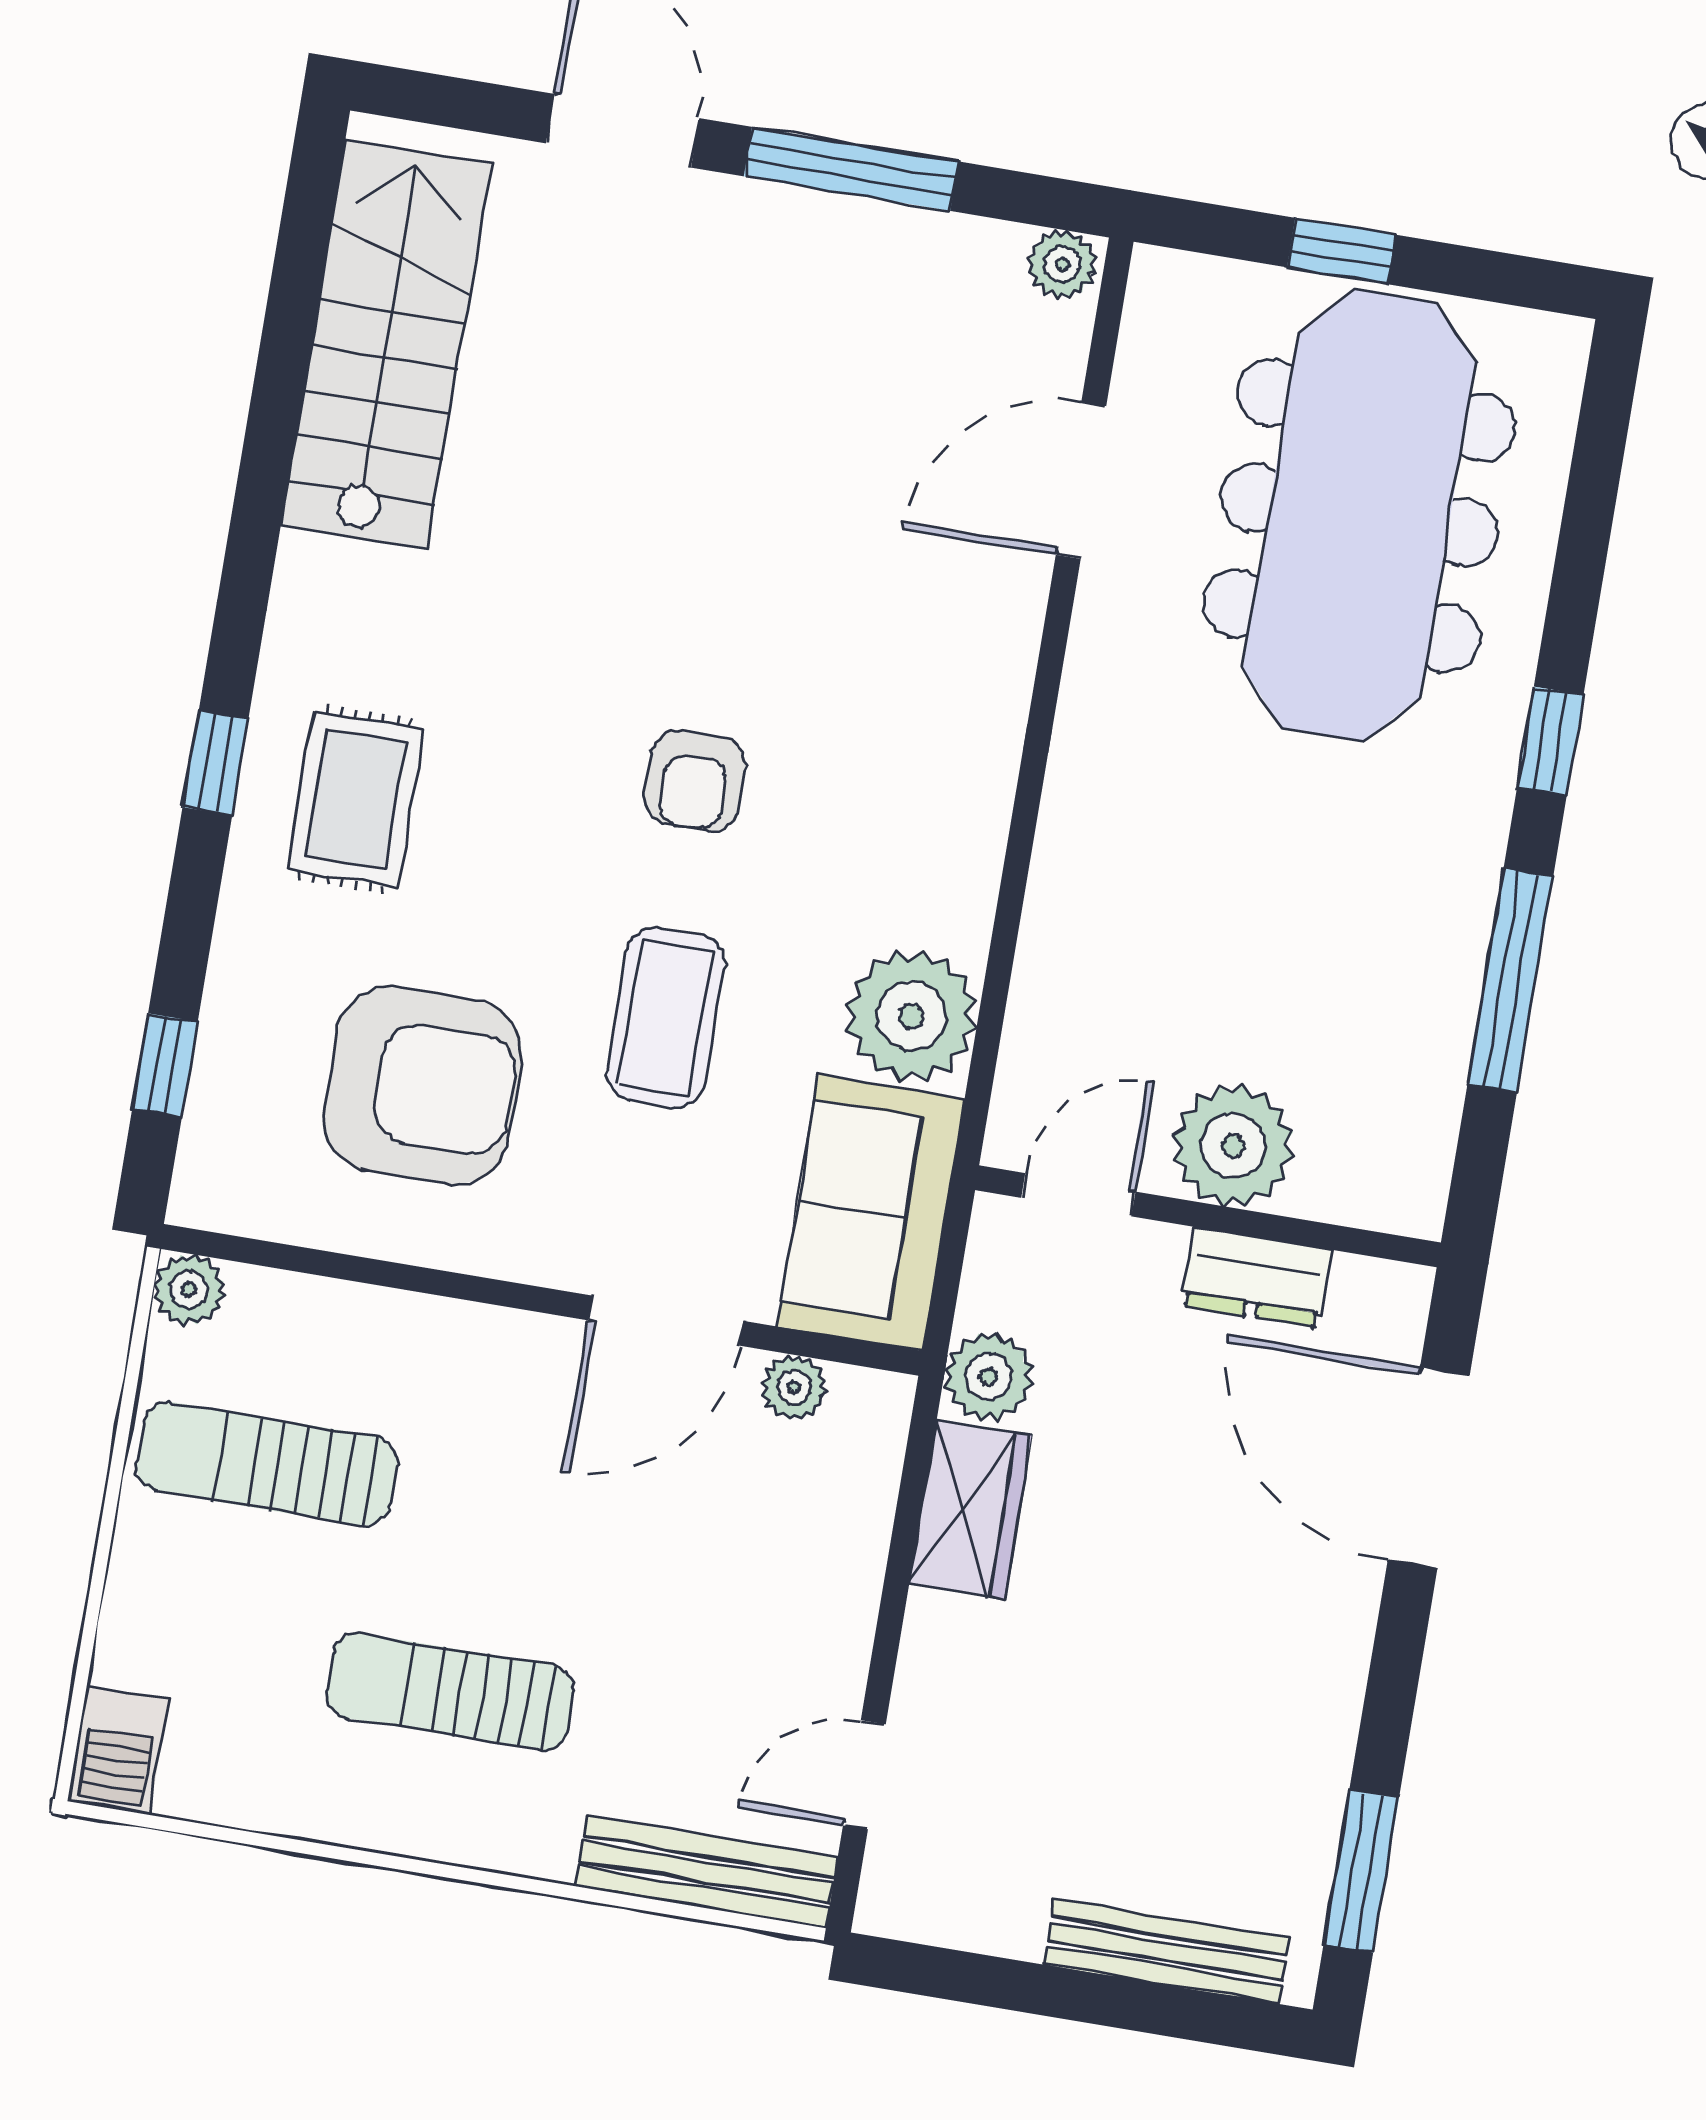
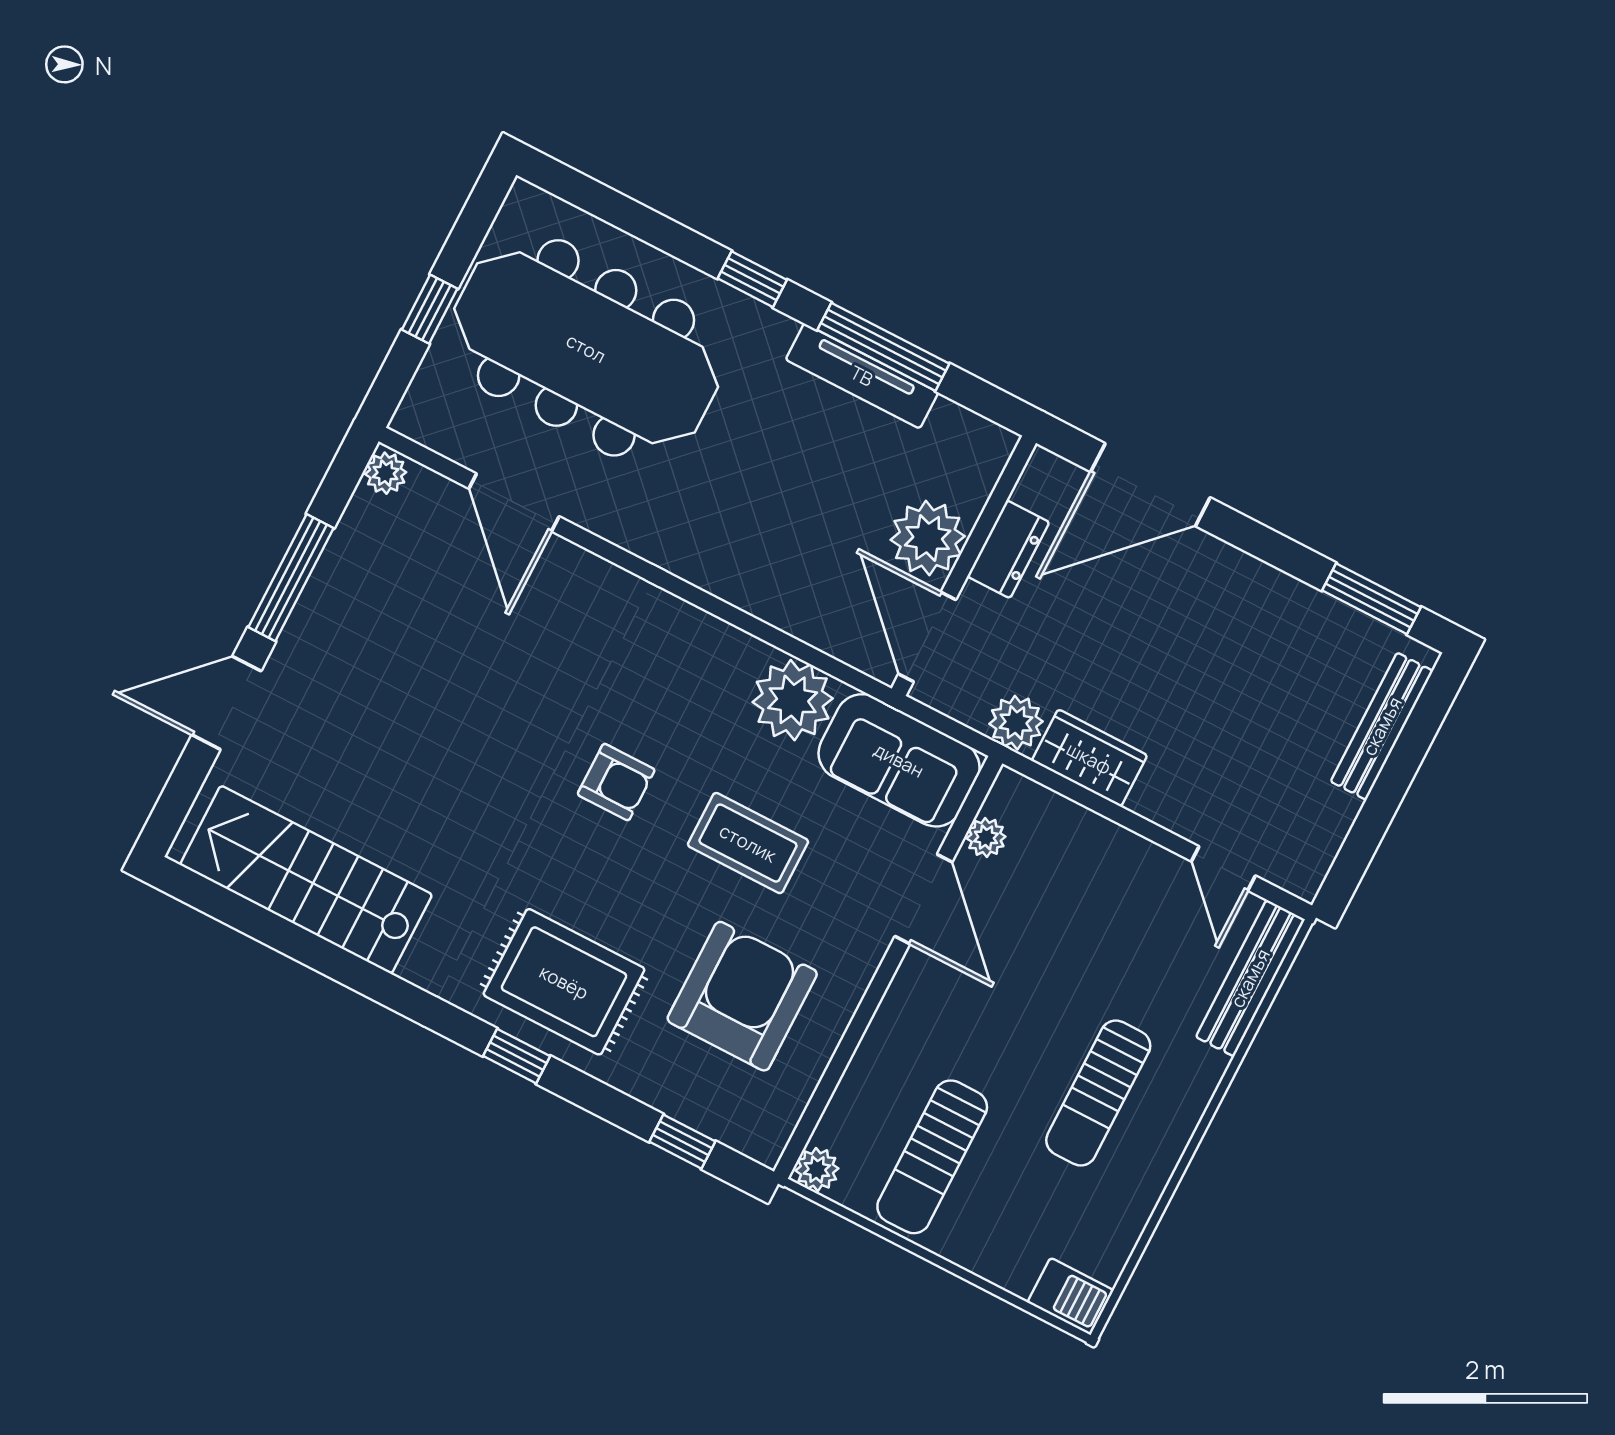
rug: (356, 799) -> (564, 982), width x1.36, depth x1.43
tv unit: (1454, 961) -> (862, 376), added
door: (1078, 1195) -> (927, 637), width x1.38

